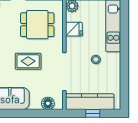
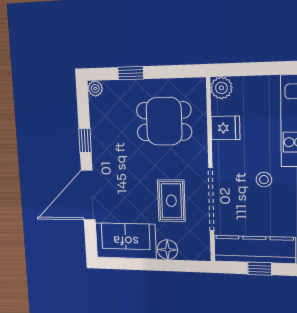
rug: (28, 61) -> (171, 201), moved, turned 90
floor lamp: (48, 103) -> (167, 250), moved

